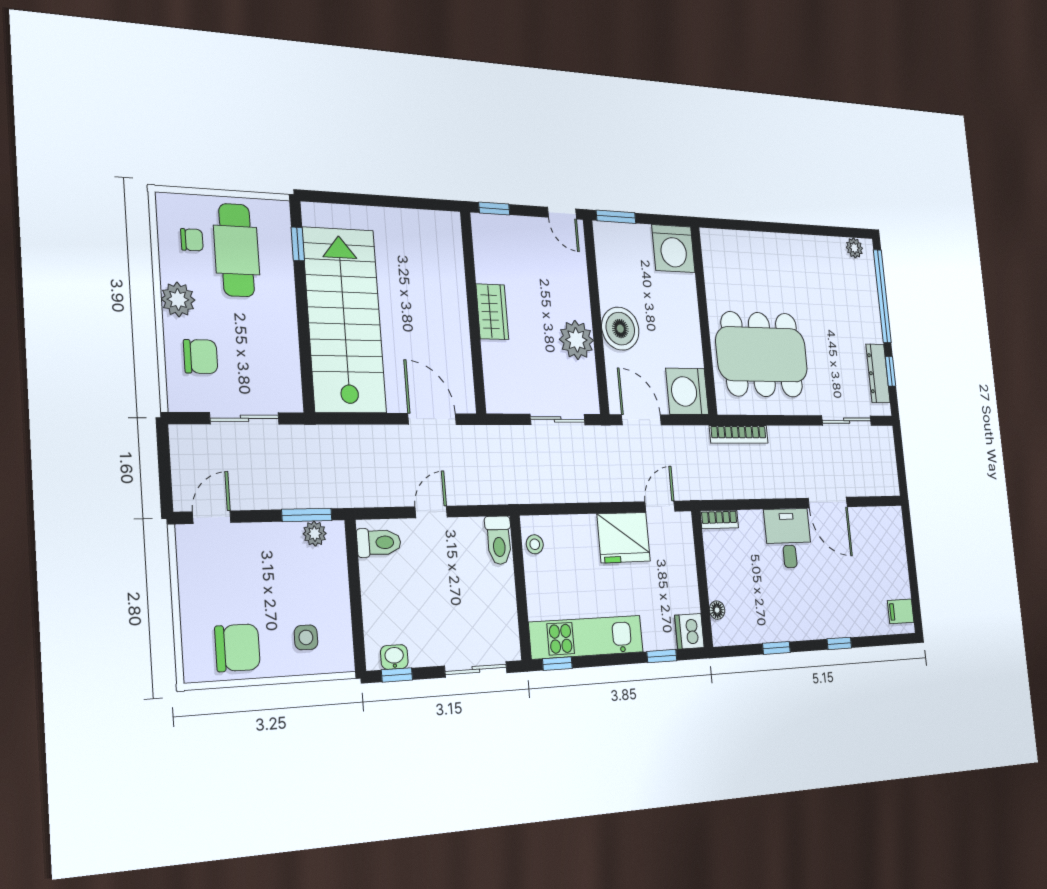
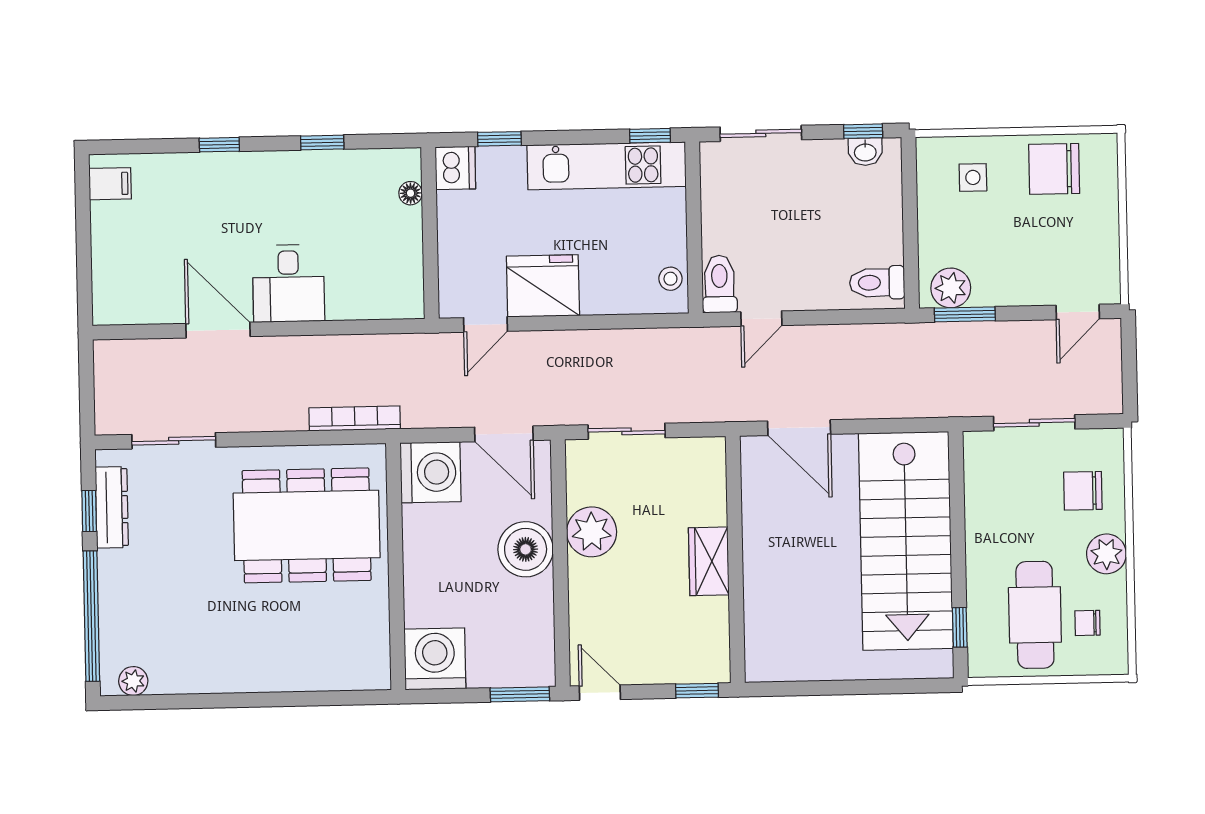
door: (431, 512) -> (761, 319), moved
bookcase: (719, 519) -> (396, 308), removed
plant: (315, 534) -> (951, 288), width x1.38, depth x1.38

